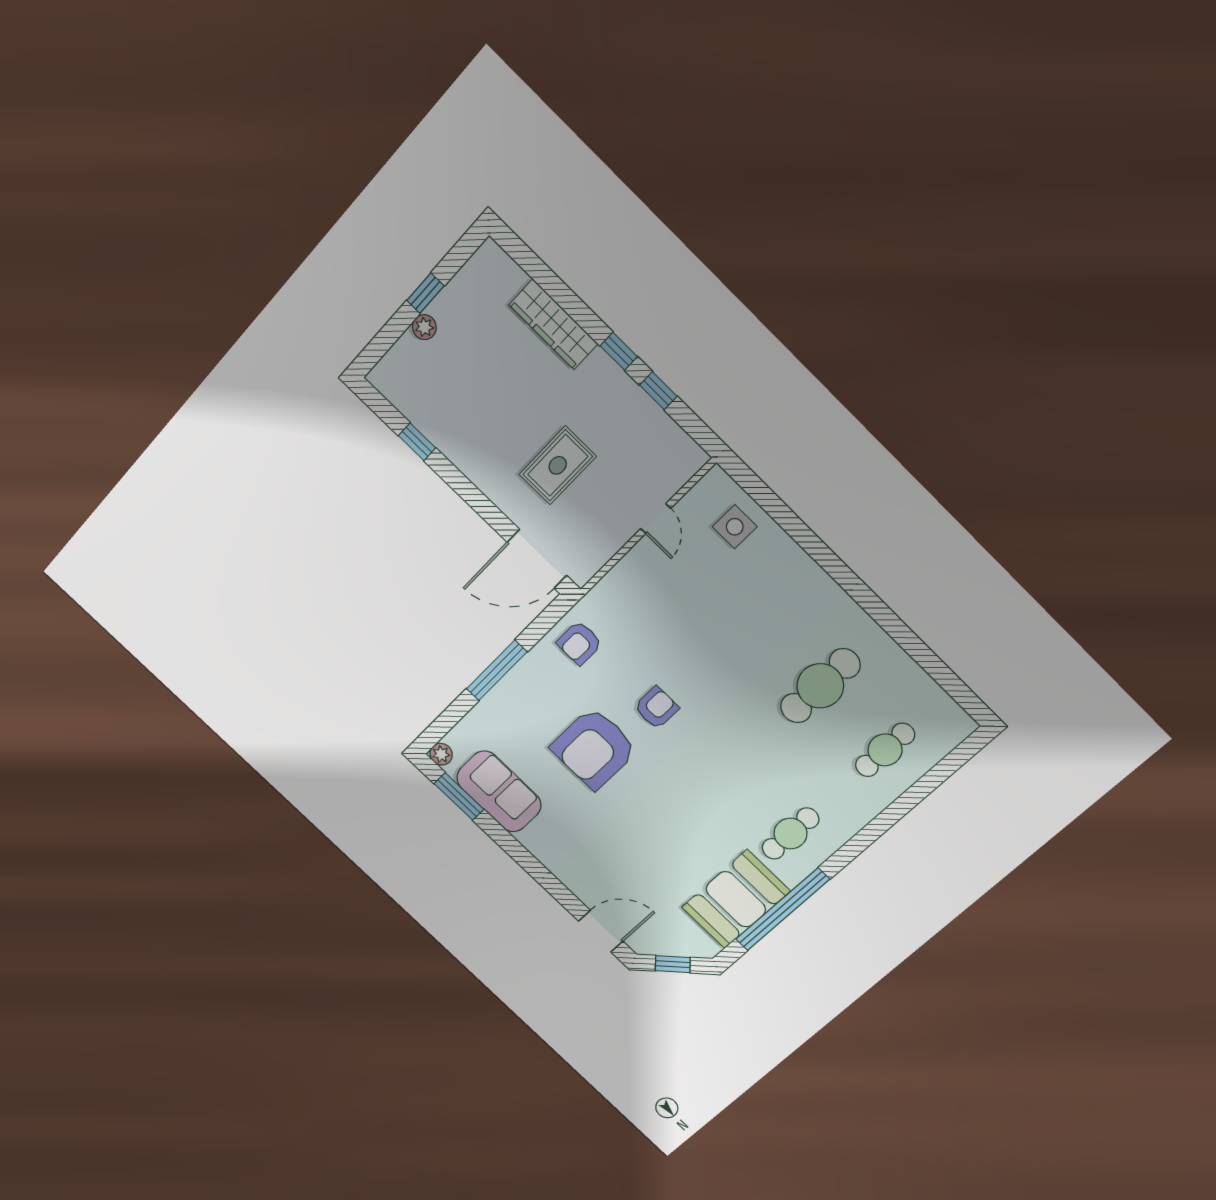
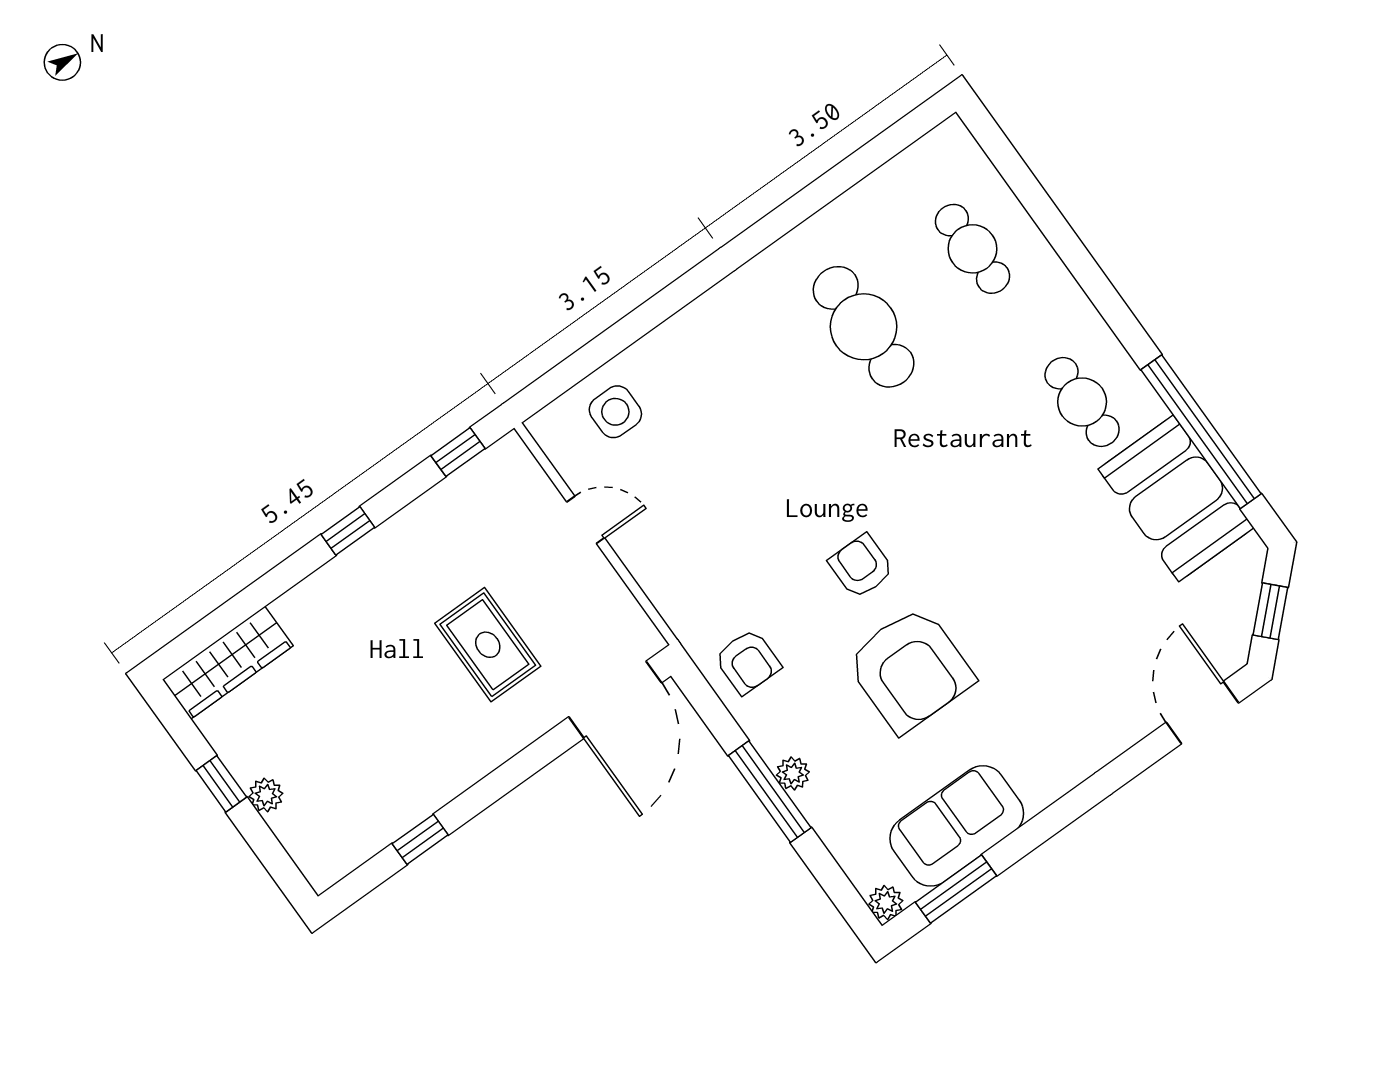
wardrobe: (554, 324) -> (228, 663), moved
window: (658, 391) -> (458, 452), moved
plant: (511, 683) -> (793, 774), added

